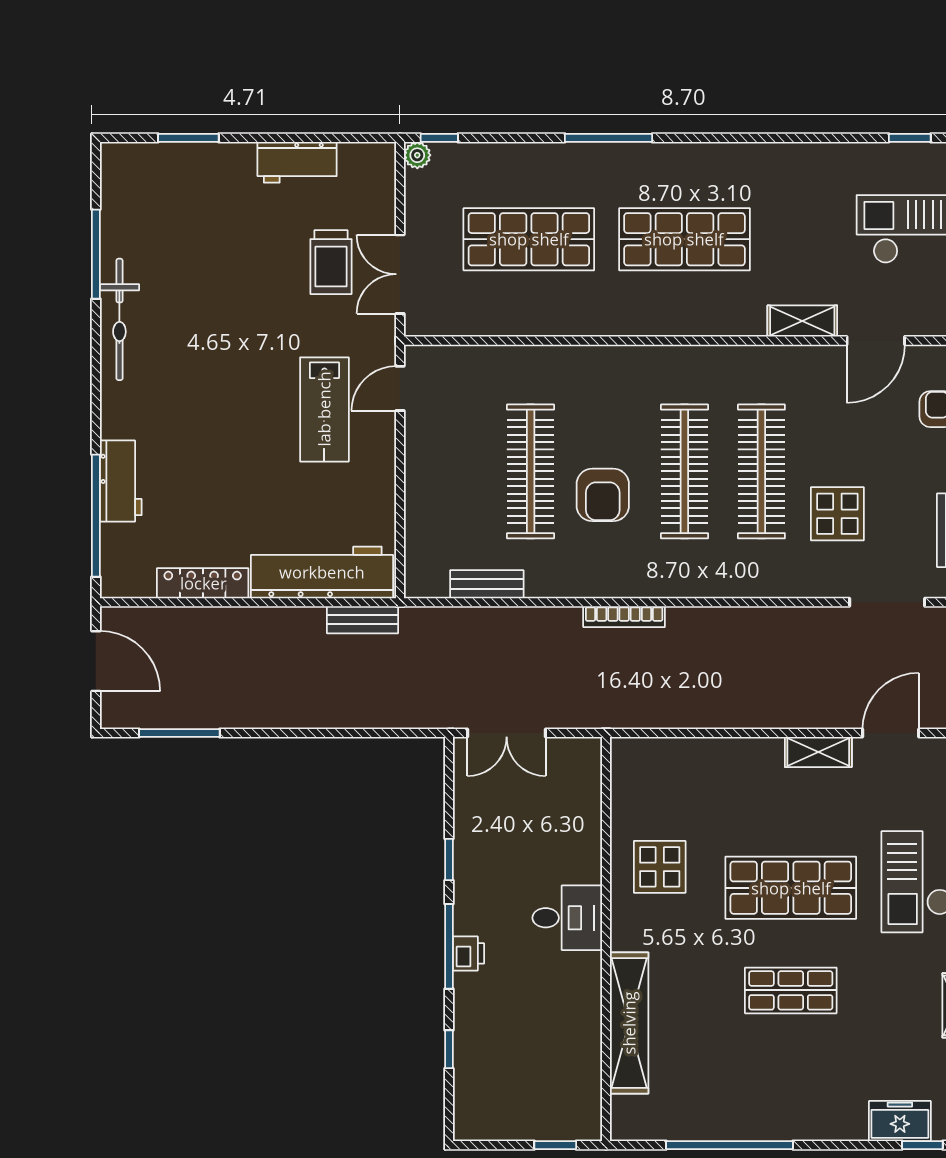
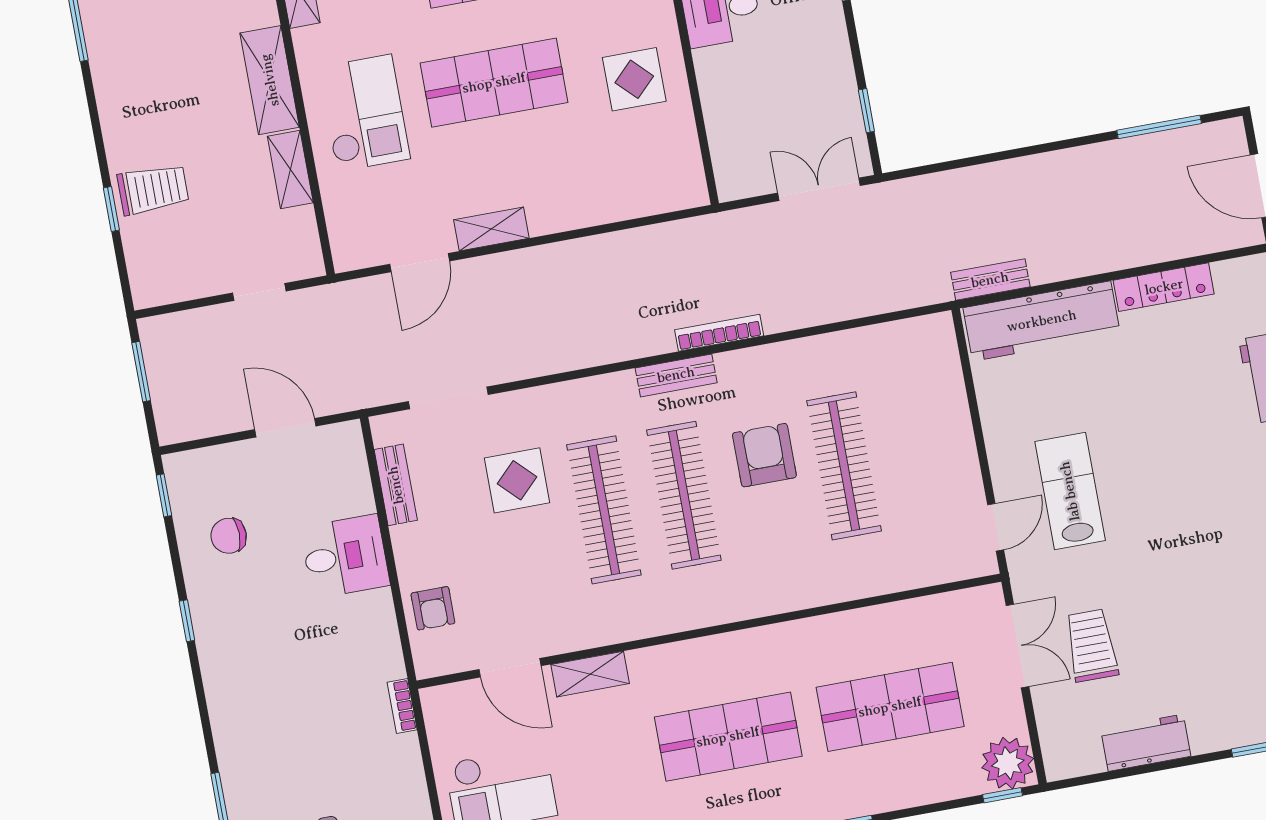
plant: (417, 155) -> (1008, 763), width x1.87, depth x1.87
door: (876, 341) -> (510, 668), swing flipped
bench: (487, 584) -> (676, 375), moved
window: (449, 860) -> (866, 111), moved

